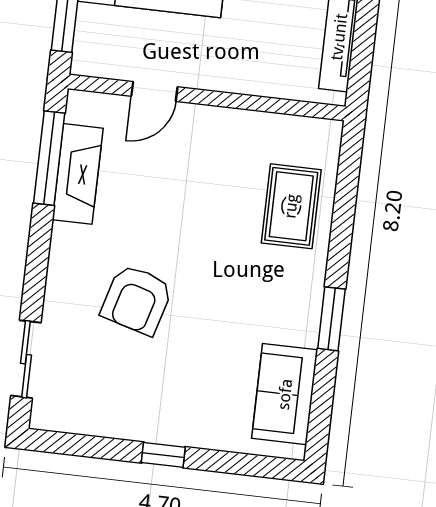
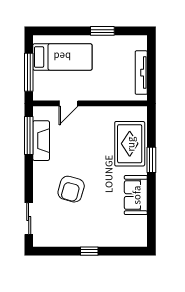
rug: (291, 206) -> (130, 144), width x1.36, depth x1.43
window: (331, 319) -> (151, 160), moved
sofa: (285, 394) -> (136, 195), moved

